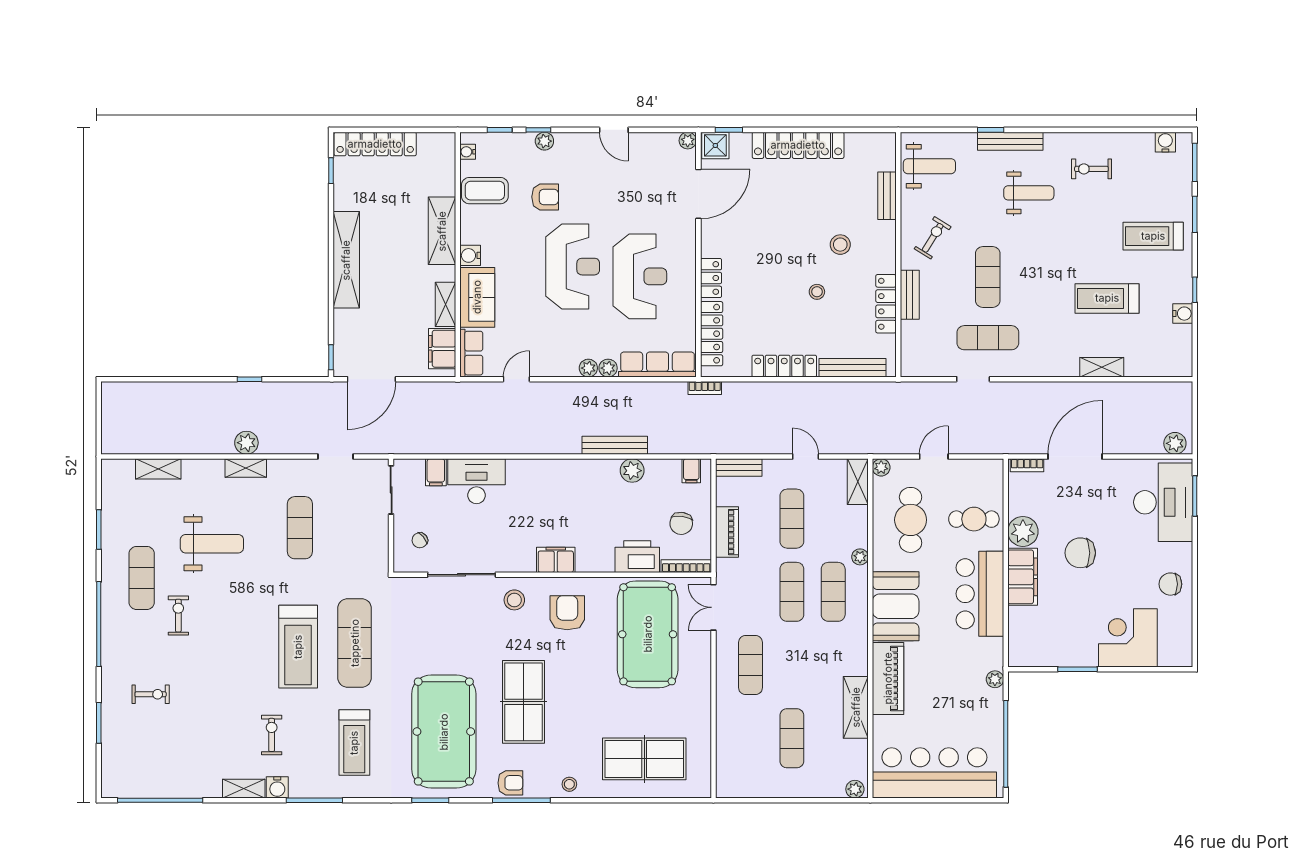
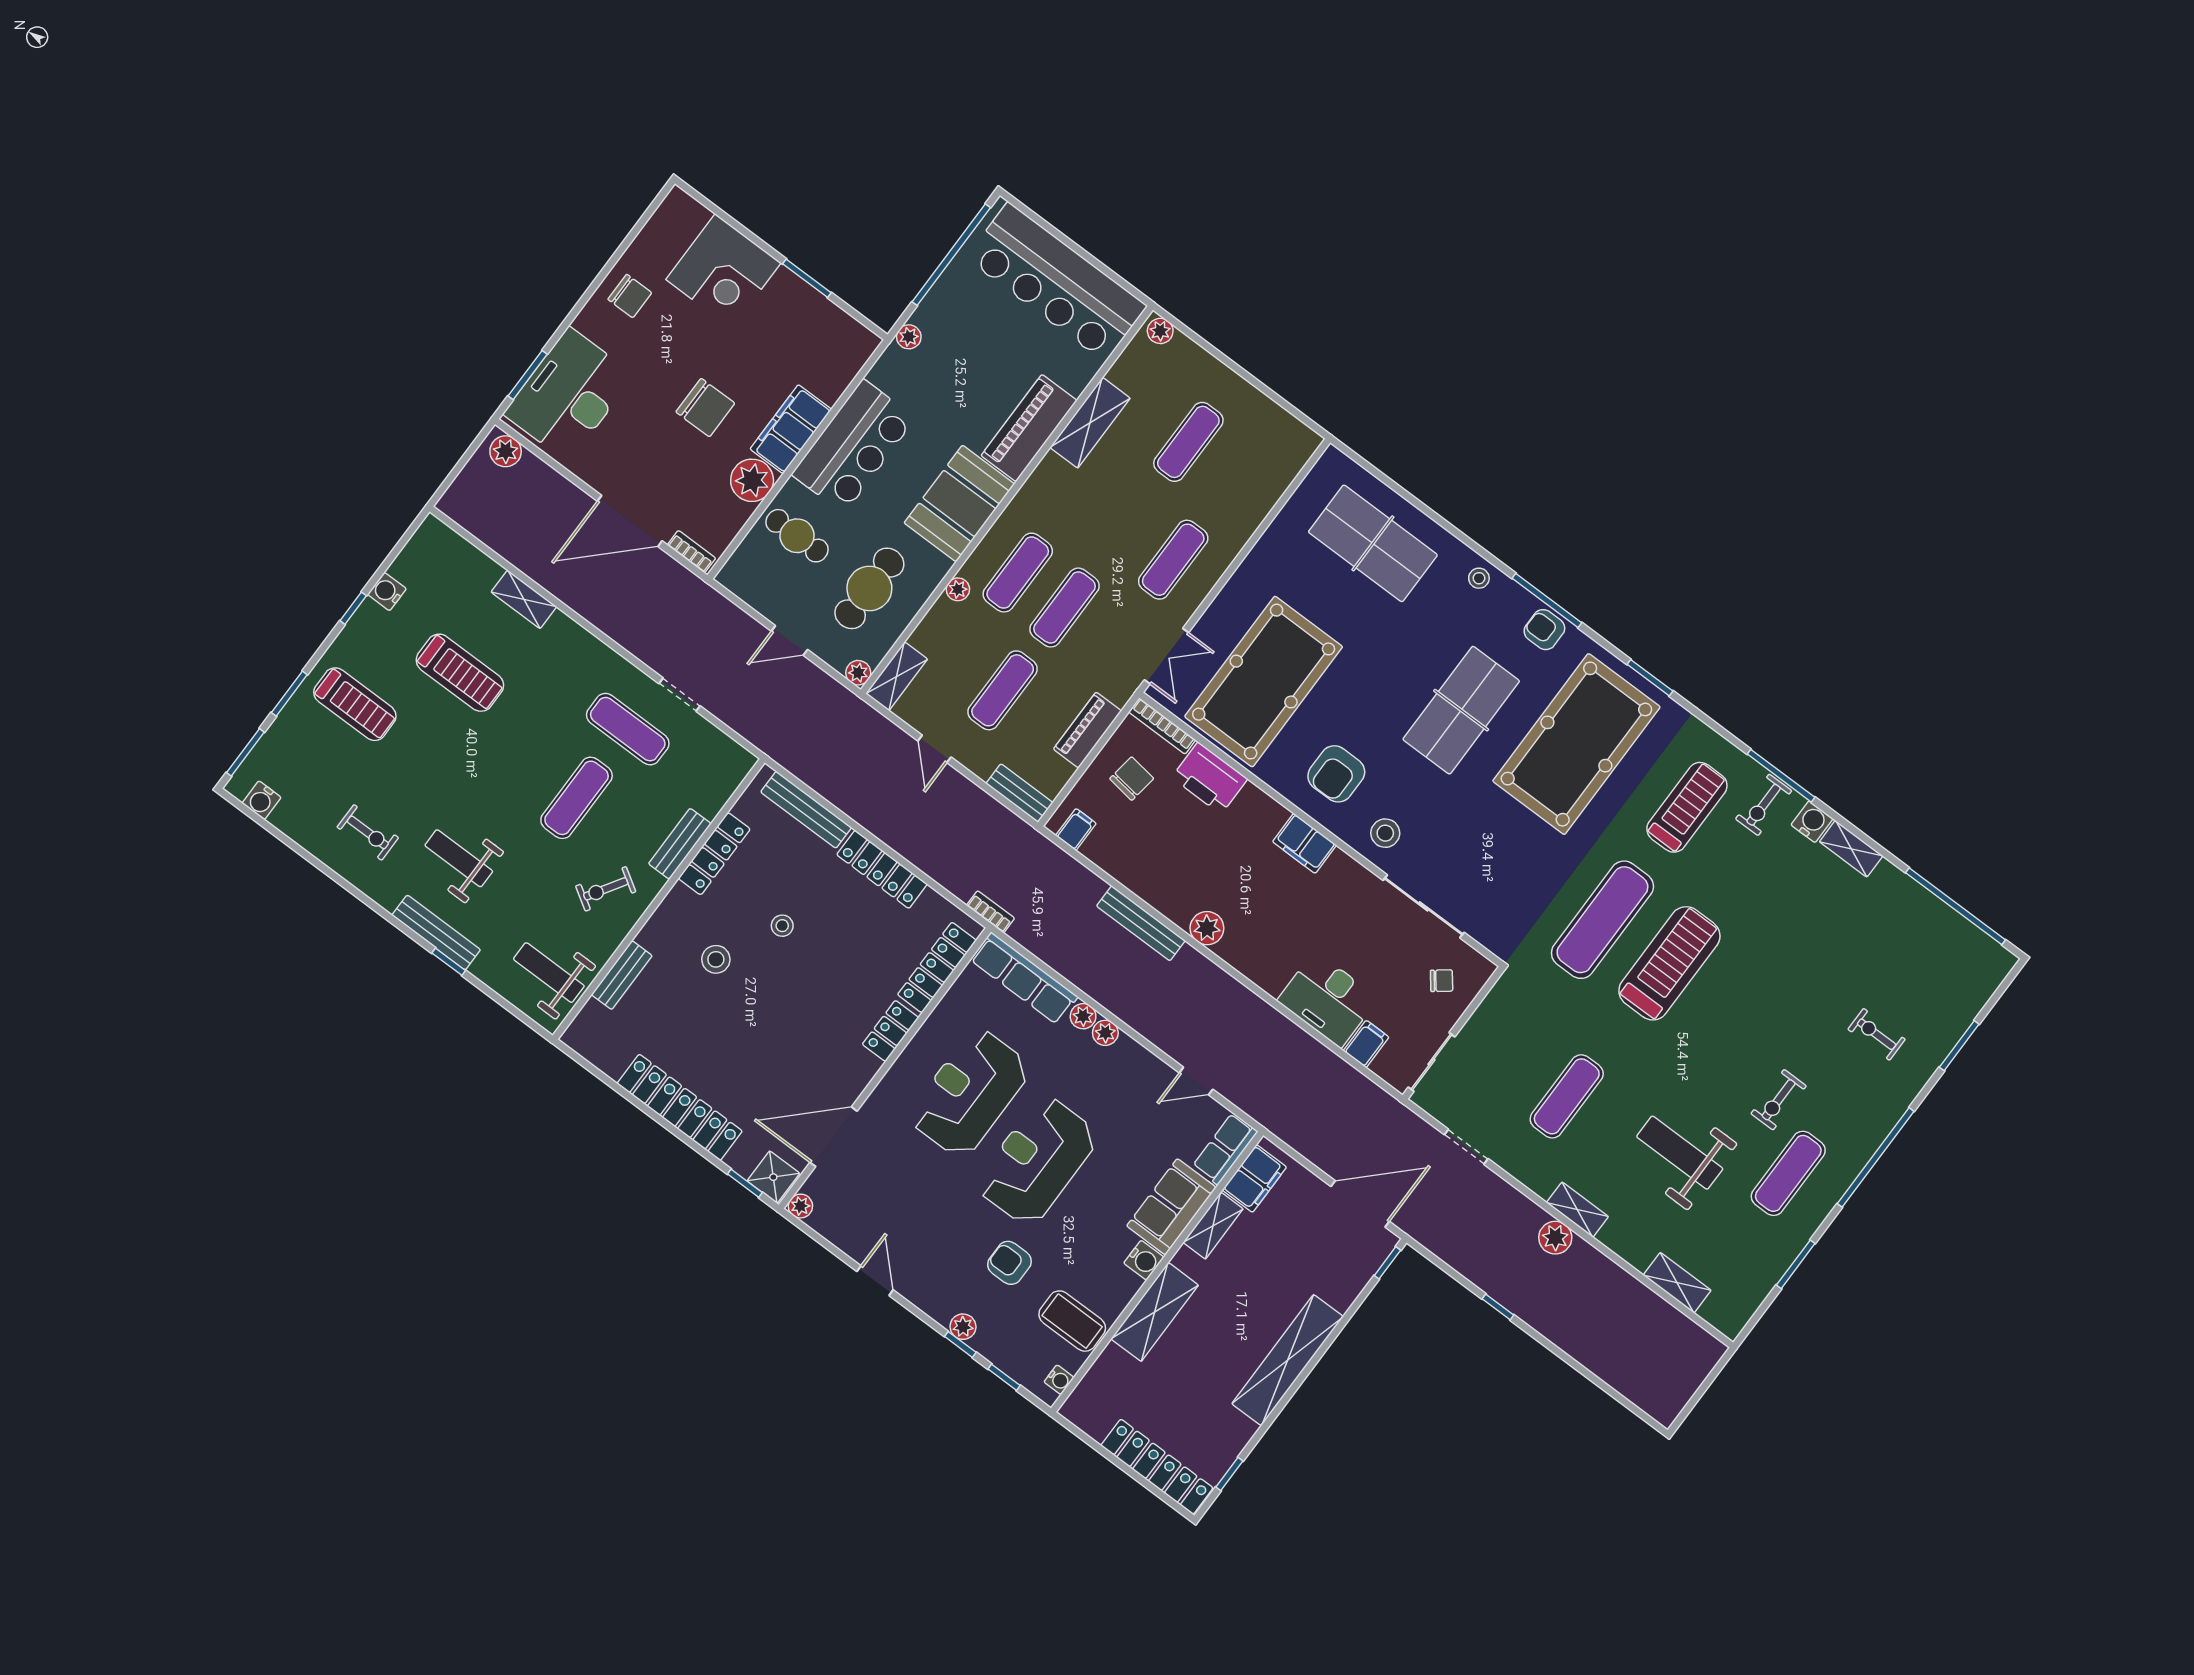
plant: (632, 471) -> (1207, 928), moved
exercise bike: (272, 735) -> (1764, 805), moved

